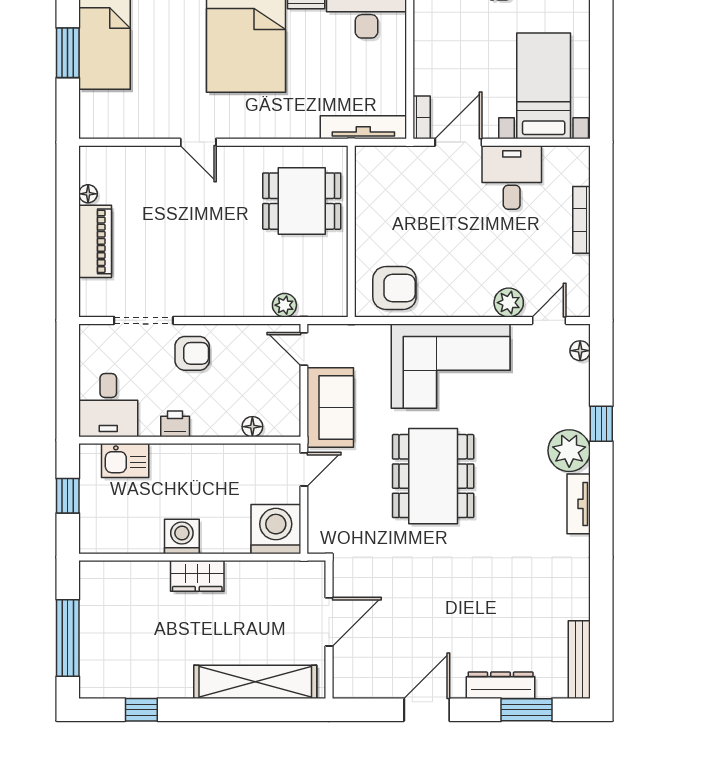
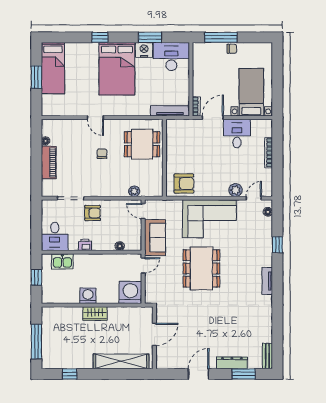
chair: (213, 222) -> (102, 154), added
plant: (569, 451) -> (263, 257), removed
bench: (579, 660) -> (267, 356), width x0.73

